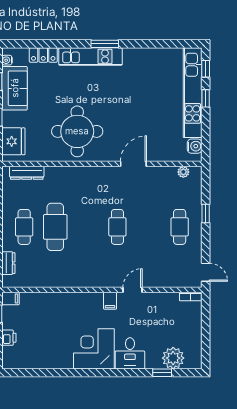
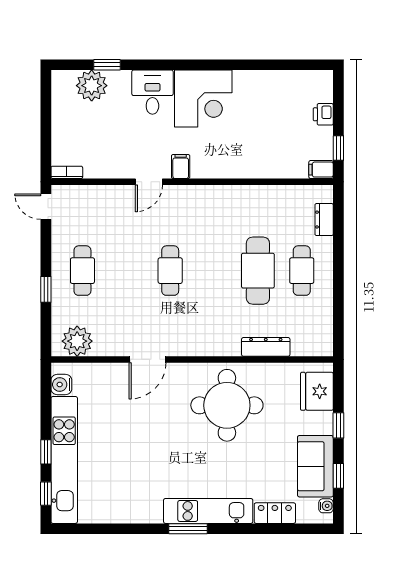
plant: (183, 172) -> (77, 341), width x1.88, depth x1.88
dresser: (27, 173) -> (266, 347), moved

